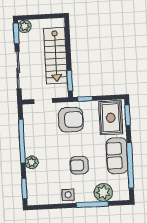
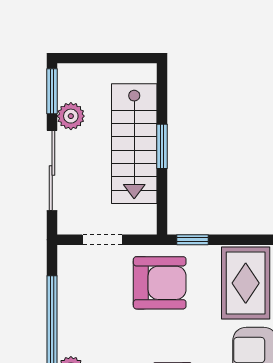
plant: (25, 26) -> (71, 116), moved
window: (70, 81) -> (162, 146), moved

